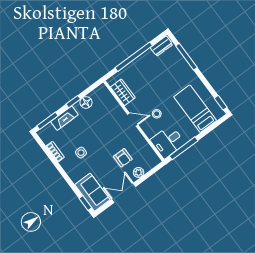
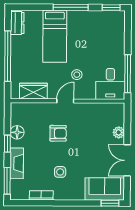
window: (186, 57) -> (71, 7), moved
bed: (195, 109) -> (55, 36), moved, turned -90
armchair: (123, 158) -> (58, 133), moved

